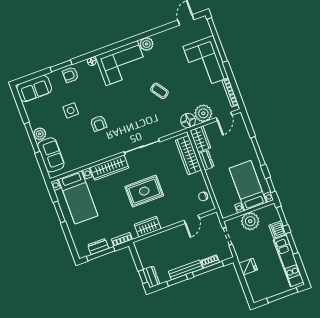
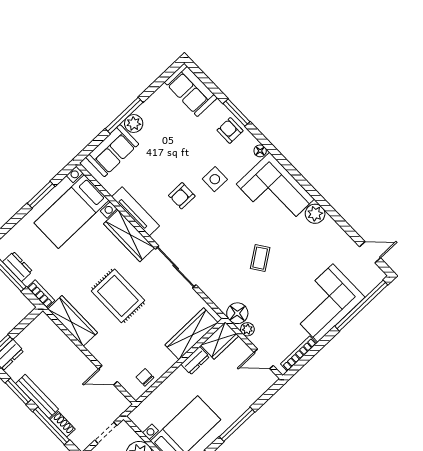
side table: (71, 110) -> (215, 179), moved
plant: (203, 113) -> (247, 329), width x0.53, depth x0.53
tv unit: (96, 157) -> (136, 211), added
wardrobe: (148, 227) -> (73, 321), width x1.50

